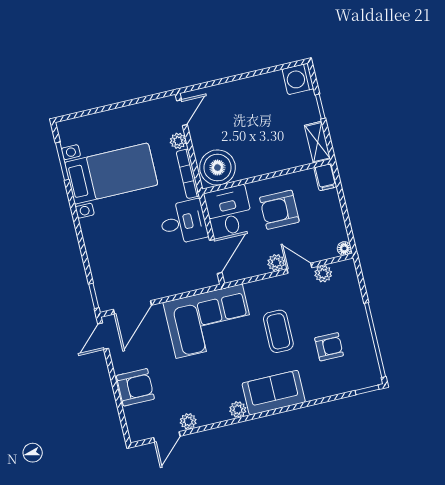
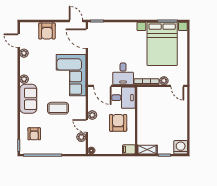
boiler: (217, 168) -> (146, 97), removed
bed with nightstands: (111, 174) -> (162, 44), width x1.36
door: (299, 268) -> (87, 126), swing flipped
armchair: (329, 347) -> (34, 134), moved

